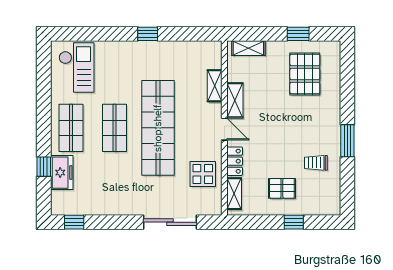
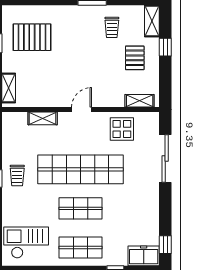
trolley: (151, 58) -> (17, 176), added
shelving: (235, 100) -> (152, 21), moved, turned 90
locker: (235, 161) -> (110, 100), removed
freezer: (62, 173) -> (144, 256), moved

